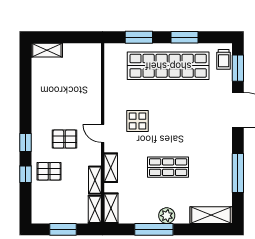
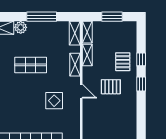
pallet: (49, 171) -> (123, 62), turned 90
plant: (167, 216) -> (21, 27), moved

